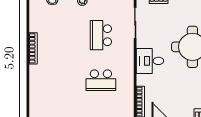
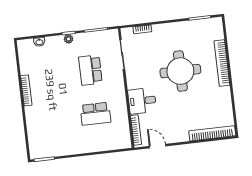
desk: (150, 61) -> (142, 101), moved

